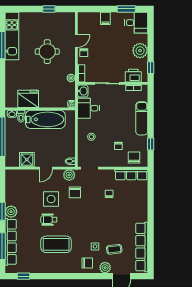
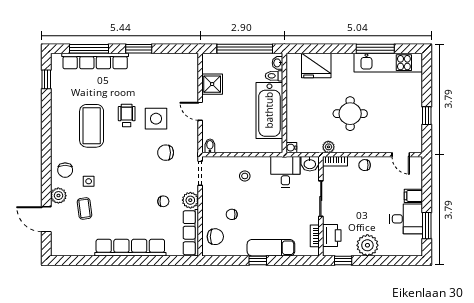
desk: (136, 23) -> (406, 219), moved, turned -90
door: (76, 41) -> (401, 155), moved
round table: (47, 52) -> (350, 114), moved
fridge: (28, 99) -> (316, 65), moved, turned 90
window: (151, 144) -> (258, 260), moved
plant: (69, 175) -> (190, 200), moved
plant: (11, 212) -> (138, 62), removed
row of seats: (142, 247) -> (130, 248), moved

